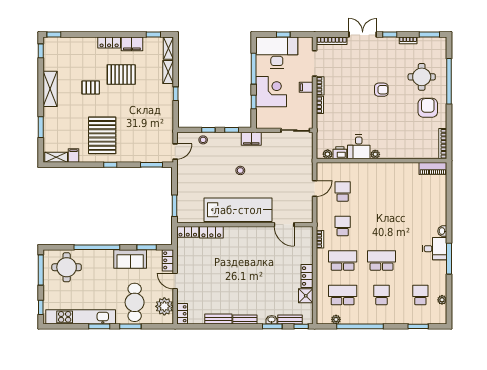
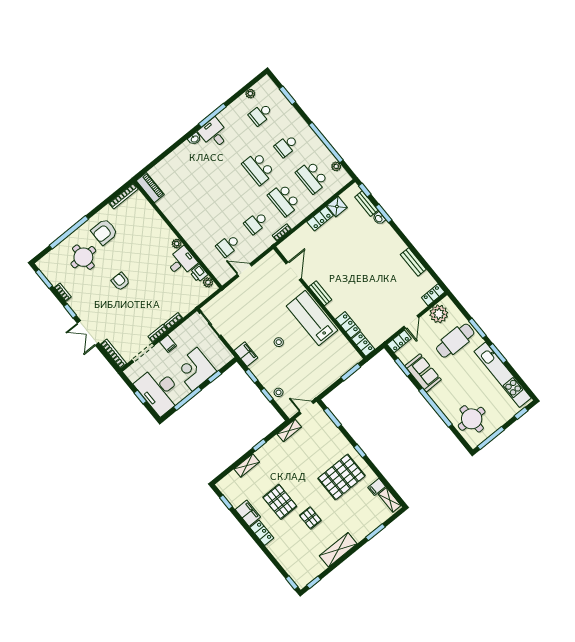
shelving: (168, 48) -> (289, 431), moved
lab bench: (238, 210) -> (312, 318), width x0.73
bench: (245, 320) -> (320, 293), moved

